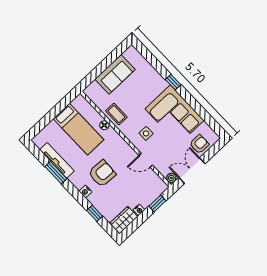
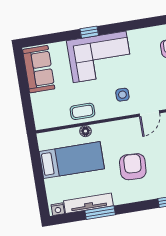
sofa: (115, 74) -> (39, 69), moved
corner sofa: (175, 115) -> (100, 57), moved
nightstand: (85, 191) -> (58, 209), moved

